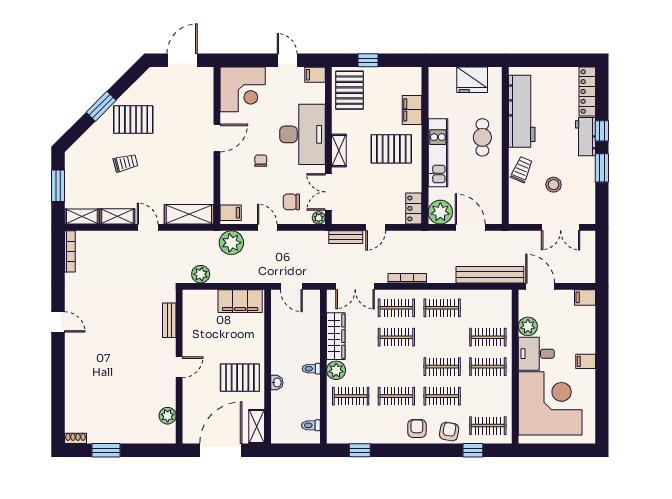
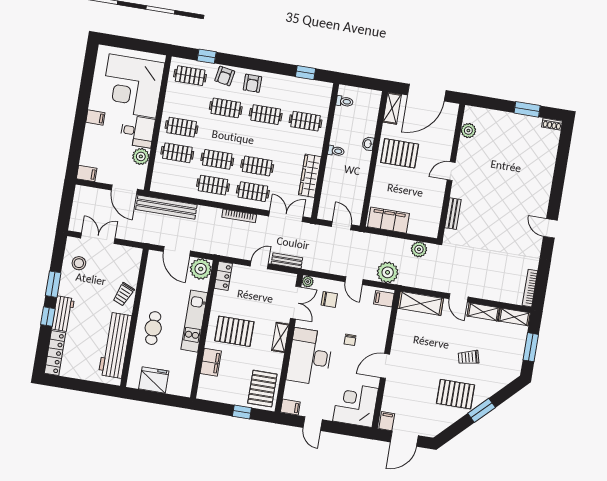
filing cabinet: (205, 77) -> (387, 421), added
stool: (554, 185) -> (79, 263), moved
clothes rail: (442, 367) -> (217, 159), moved
plant: (336, 370) -> (315, 146), removed

